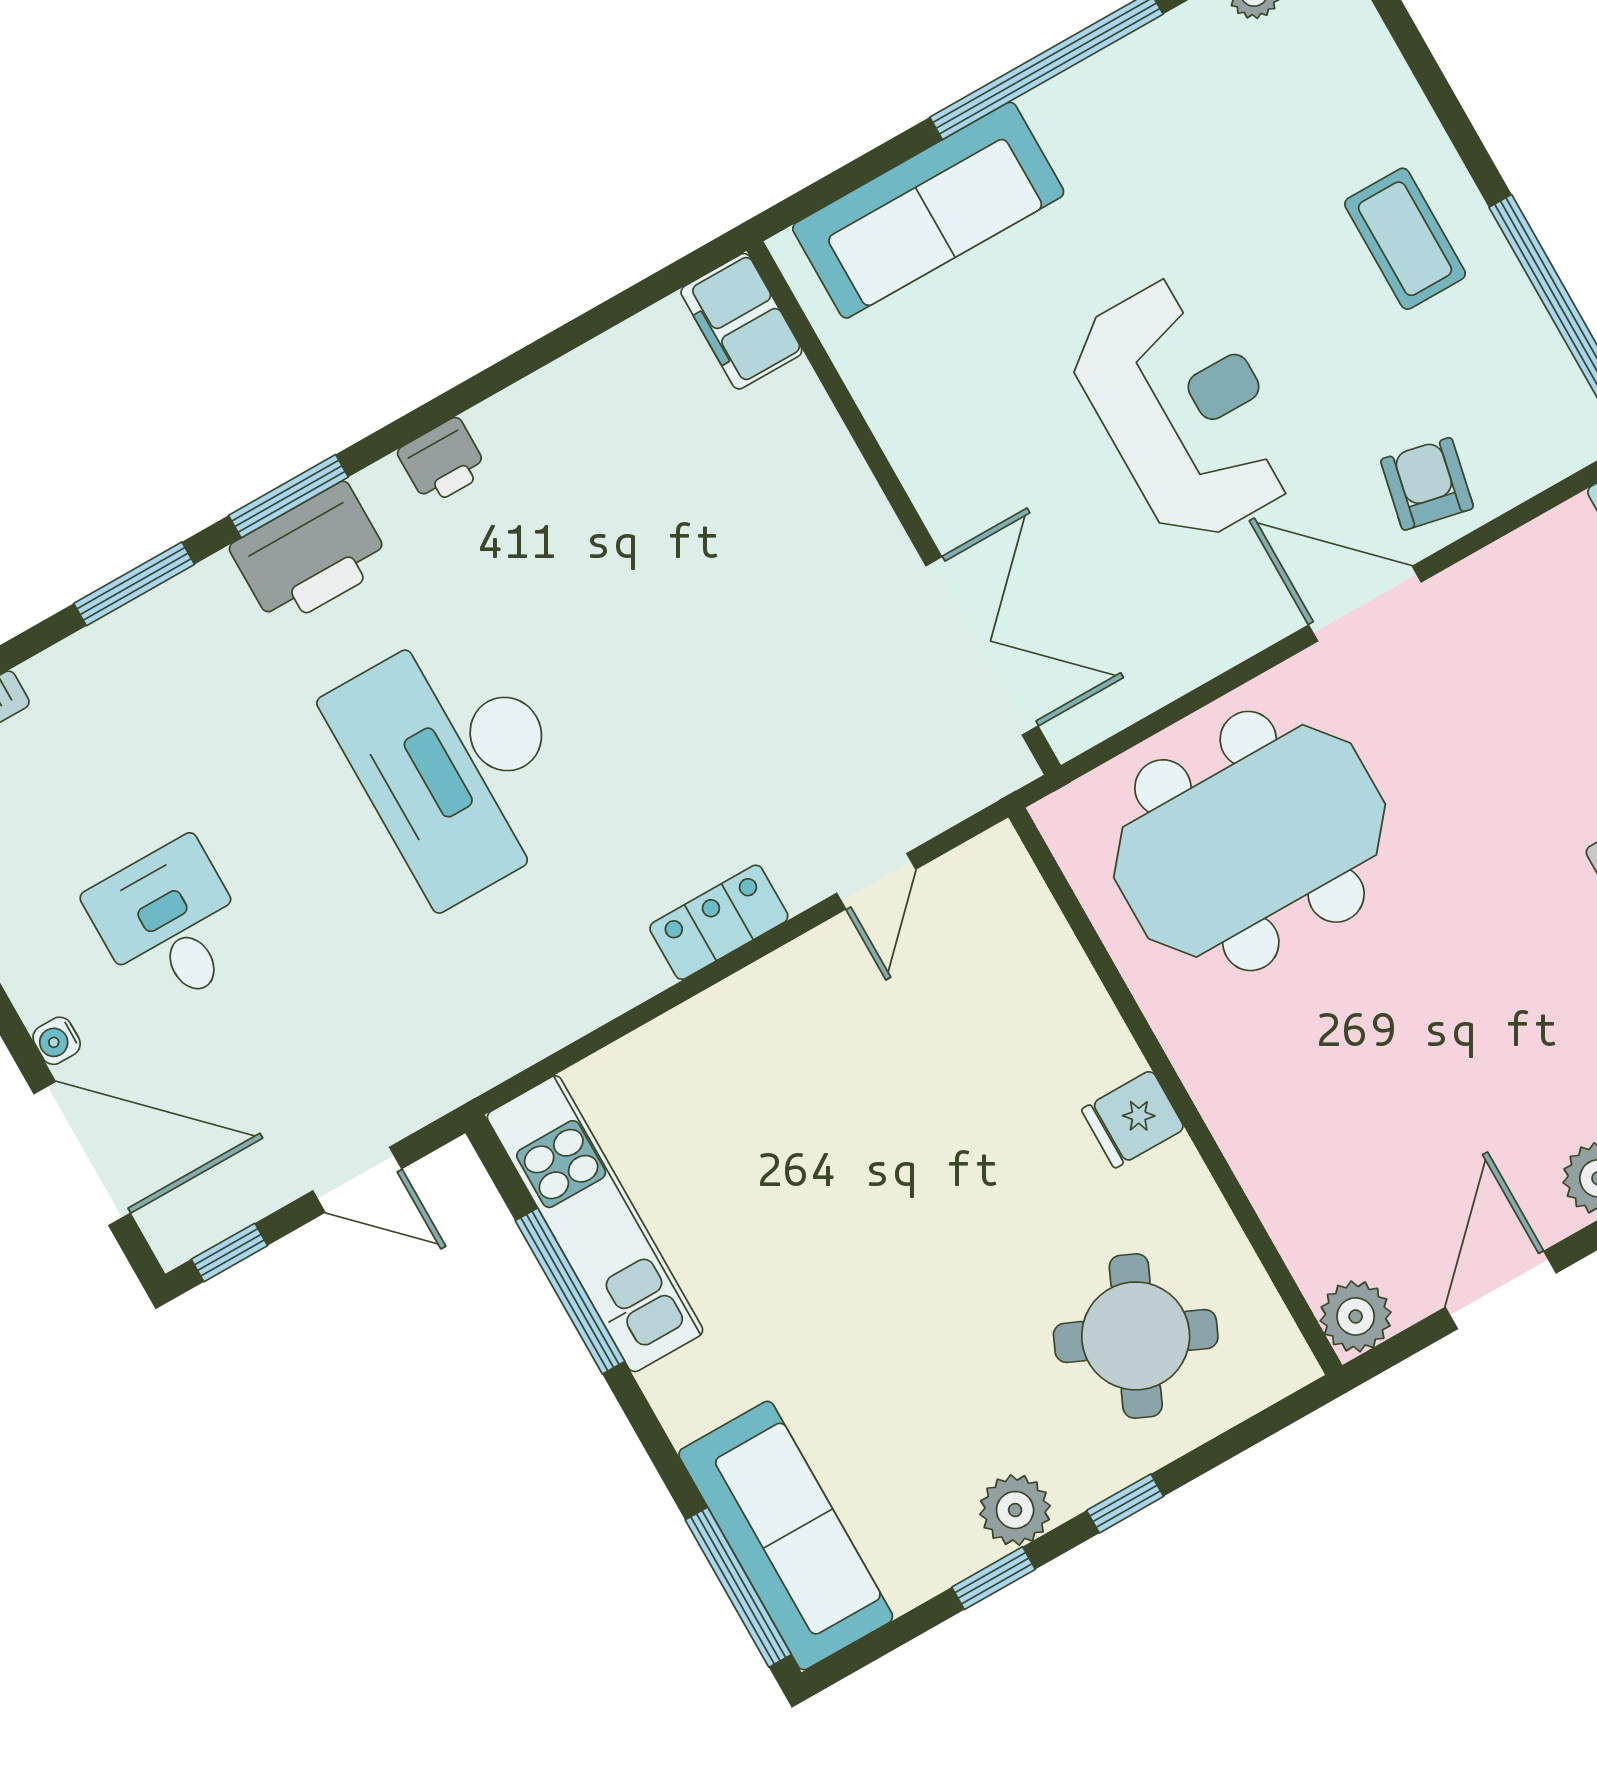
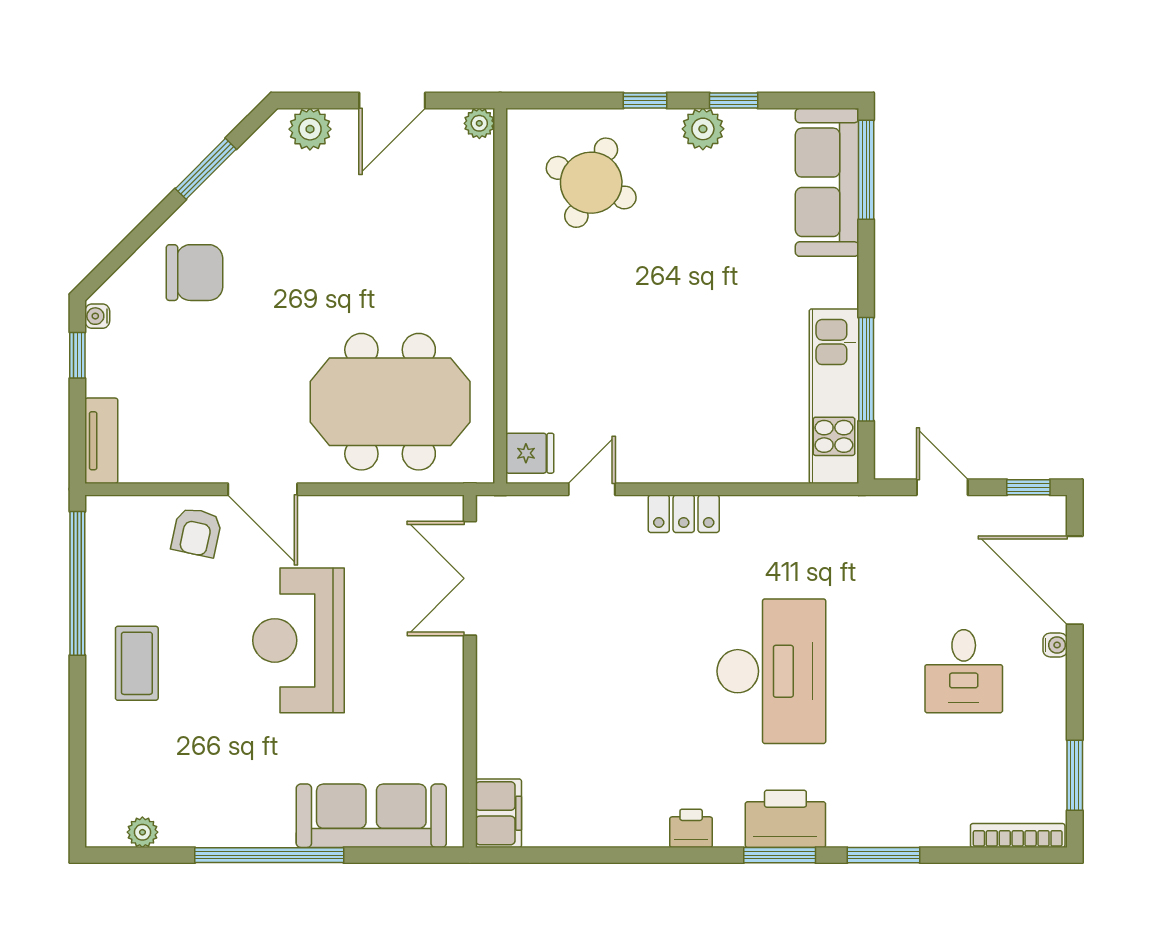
fridge: (1133, 1119) -> (530, 453), moved
plant: (1356, 1316) -> (479, 123), width x0.73, depth x0.73

